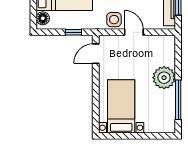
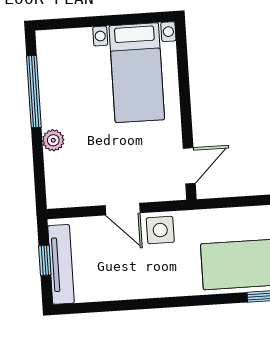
window: (73, 32) -> (233, 202), removed
plant: (164, 78) -> (53, 140), width x0.53, depth x0.53

